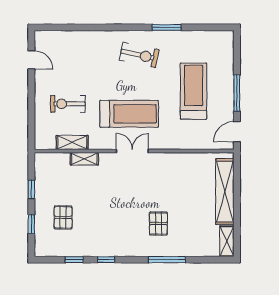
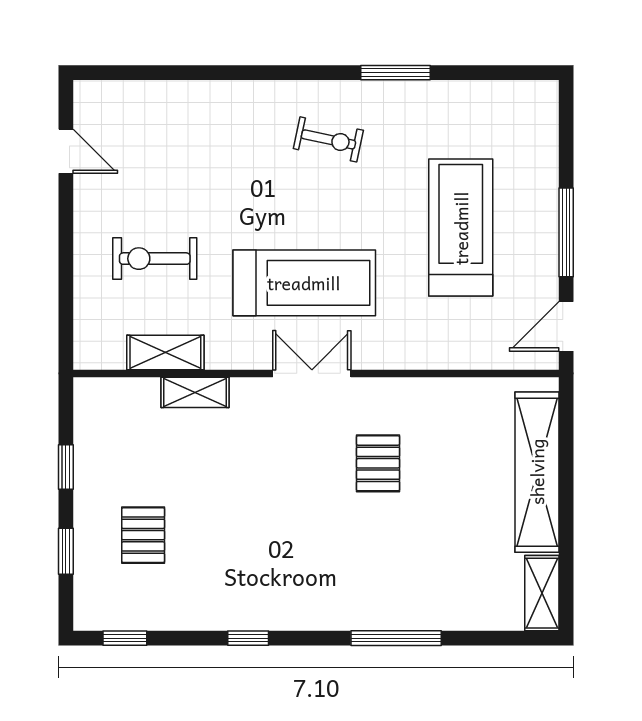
exercise bike: (139, 55) -> (328, 139), width x0.73, depth x0.72
pallet: (158, 224) -> (378, 463), moved
window: (74, 260) -> (125, 638), moved

